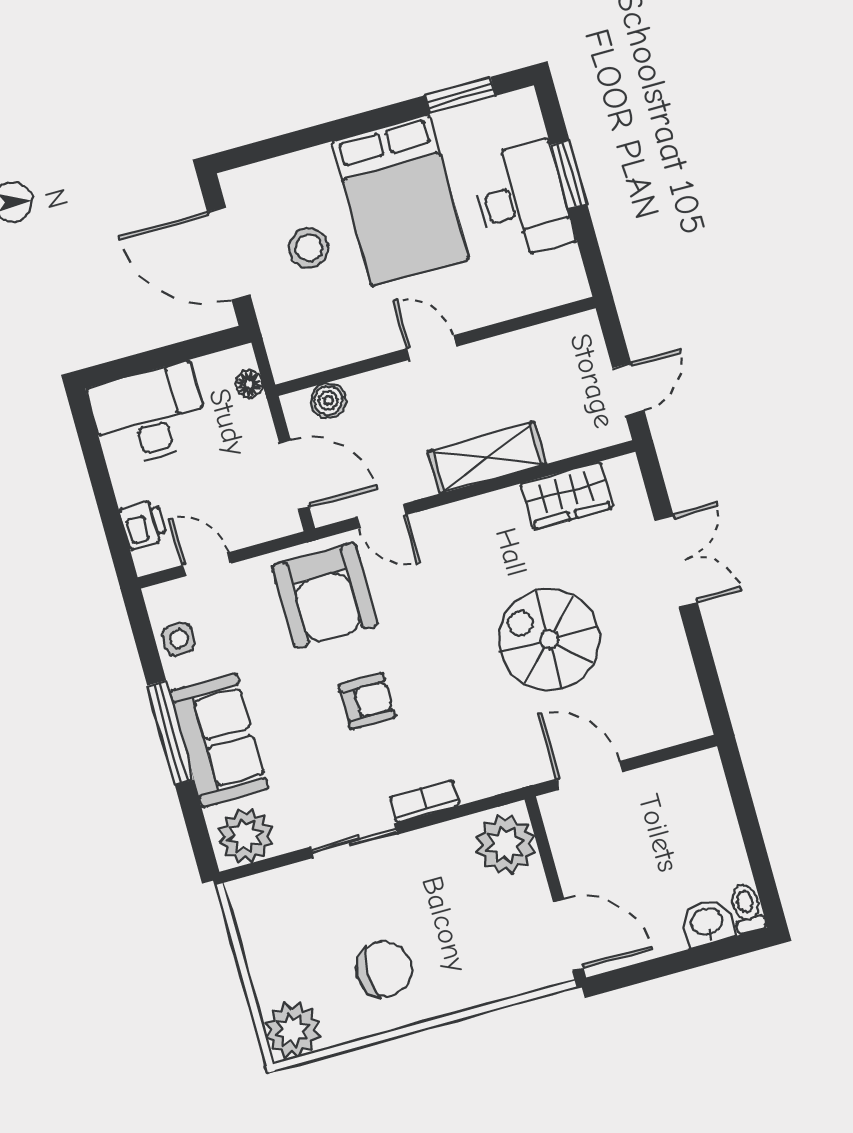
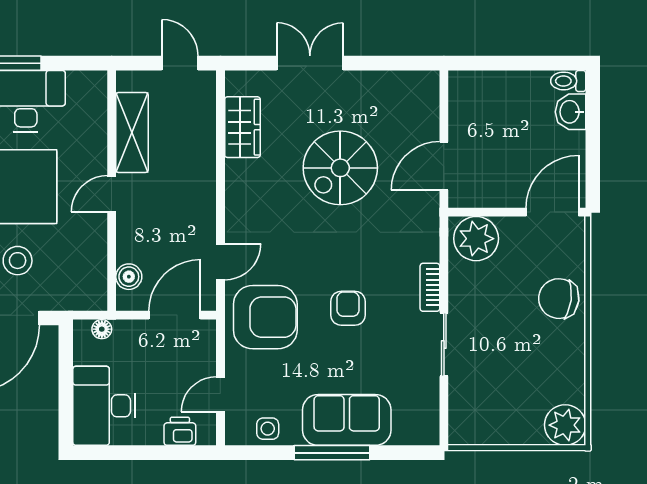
shelving: (487, 458) -> (132, 132), moved
plant: (246, 836) -> (419, 420), removed
chair: (384, 969) -> (559, 299), moved, turned -83

